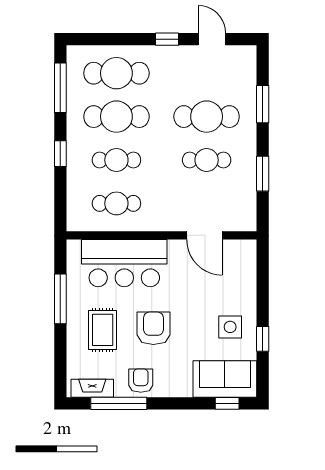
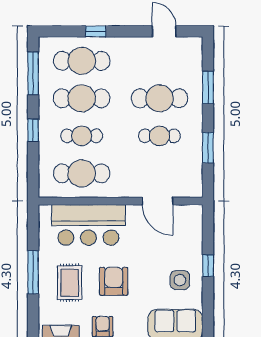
window: (167, 39) -> (96, 31), moved
cafe table: (116, 203) -> (82, 173), width x1.37, depth x1.35
window: (60, 299) -> (33, 272), moved
window: (263, 339) -> (208, 266), moved

